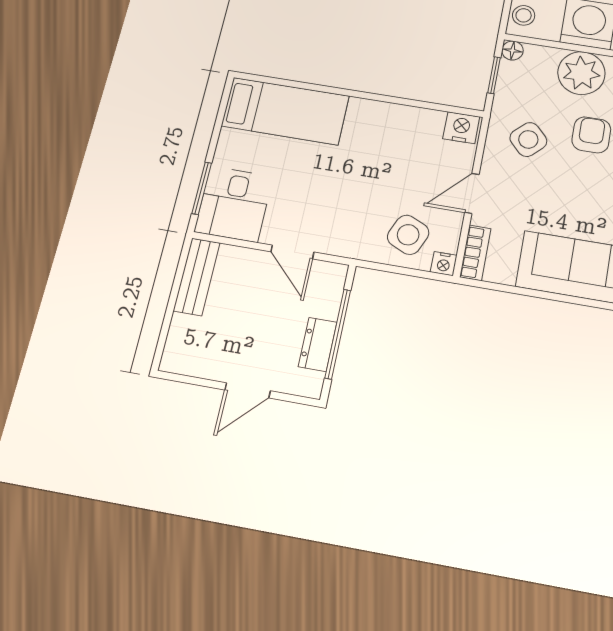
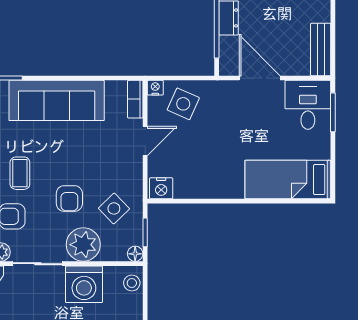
side table: (528, 139) -> (114, 208), moved
door: (292, 252) -> (260, 78), width x1.38

